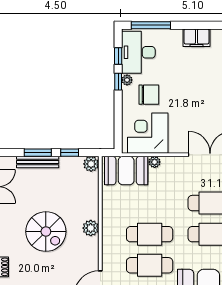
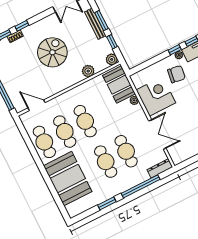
chair: (149, 95) -> (176, 74), turned -81
corner desk: (148, 133) -> (156, 96), moved
plant: (91, 228) -> (88, 71), moved
spiral stairs: (46, 232) -> (52, 52), turned 180

